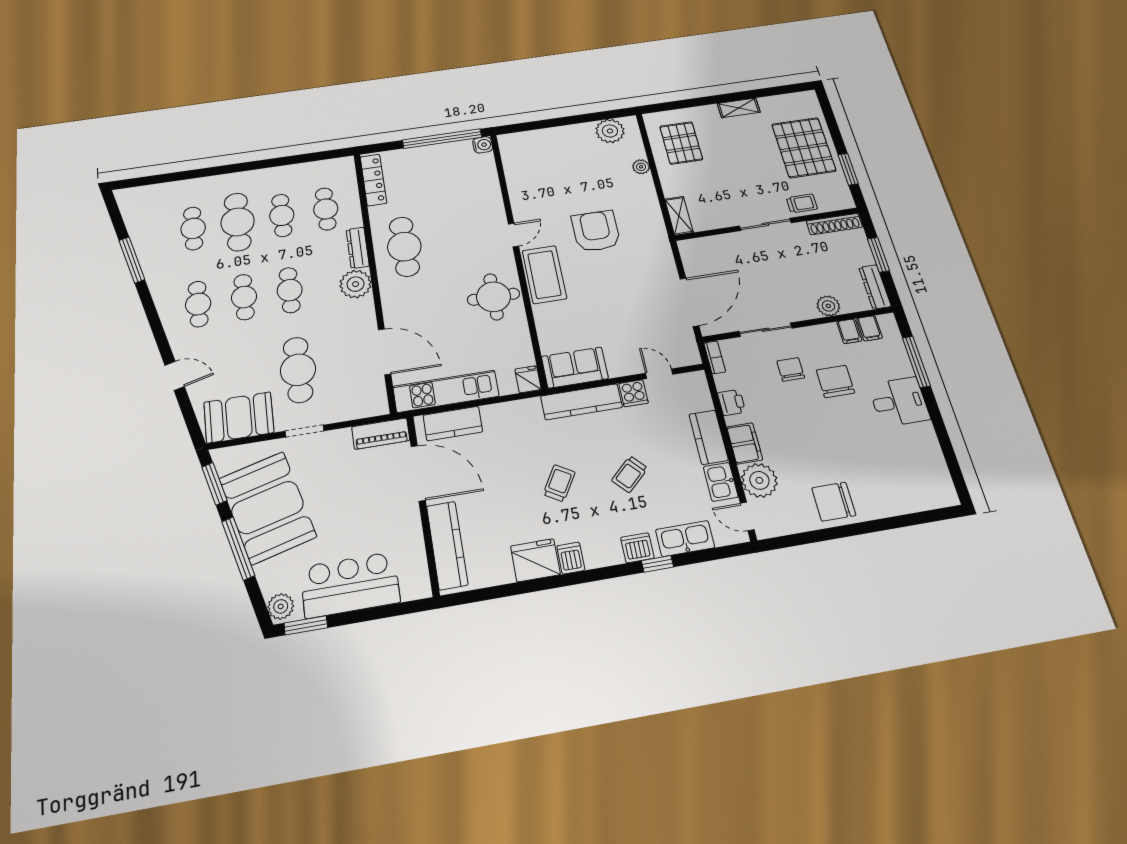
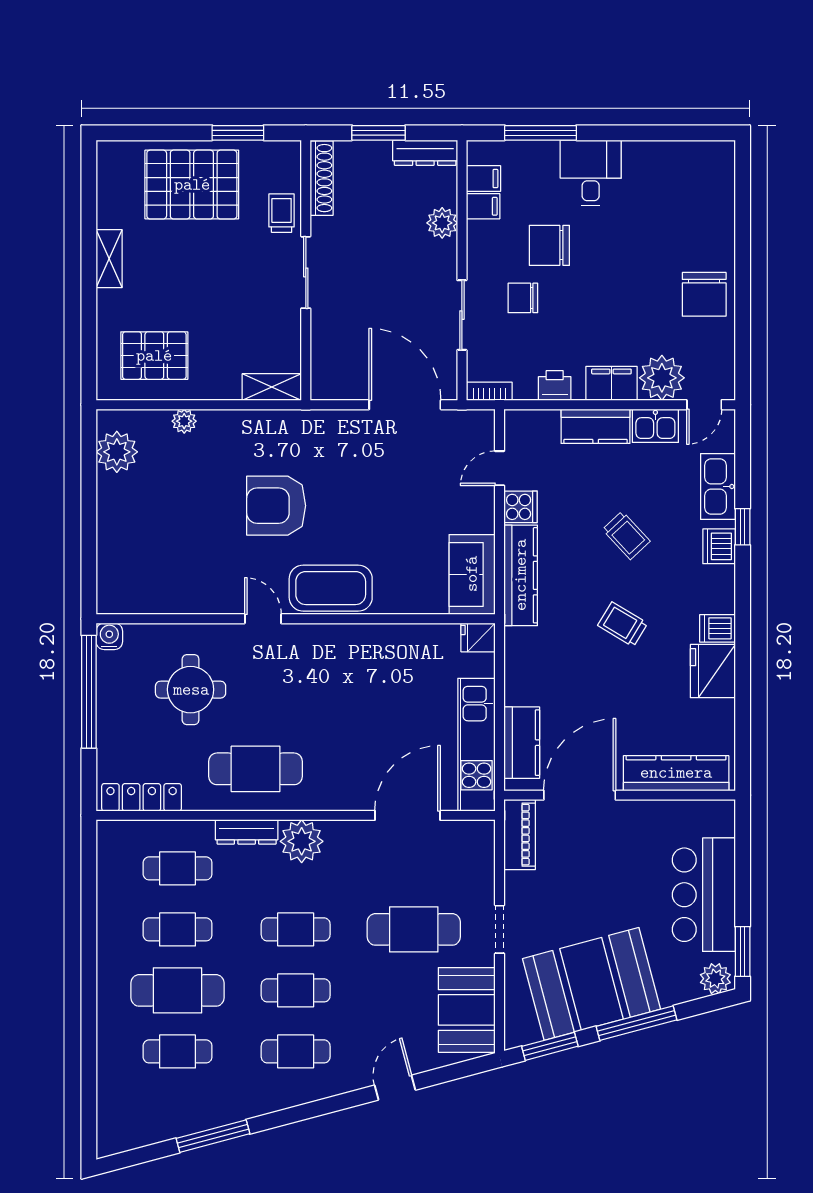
round table: (494, 297) -> (191, 690), moved

